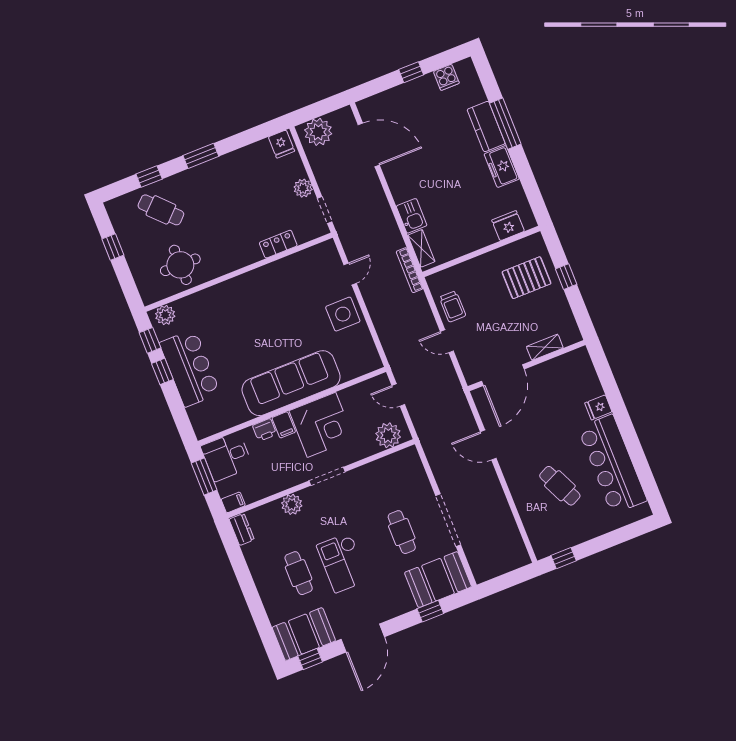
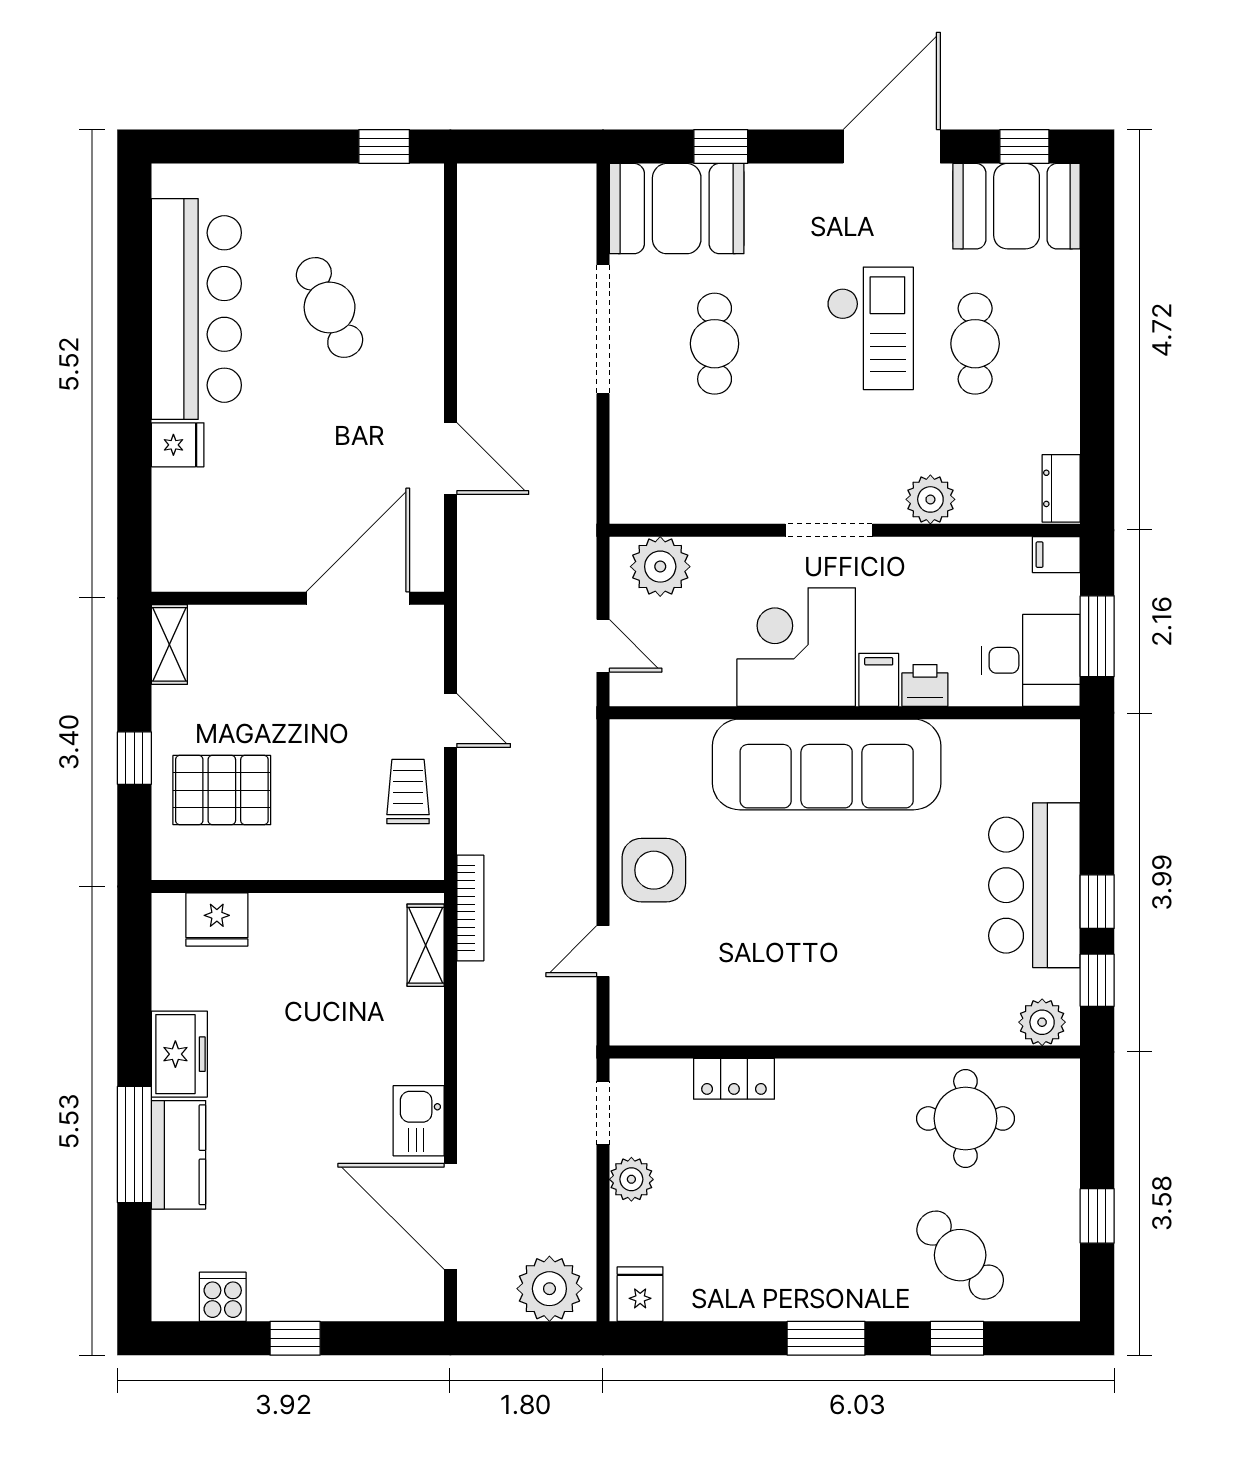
kitchen sink: (412, 216) -> (419, 1121), moved
shelving: (545, 347) -> (169, 644), moved, turned 90

